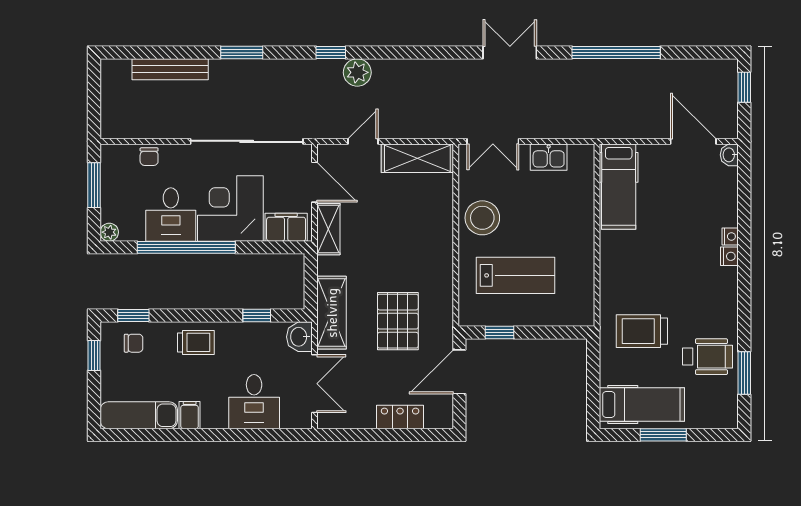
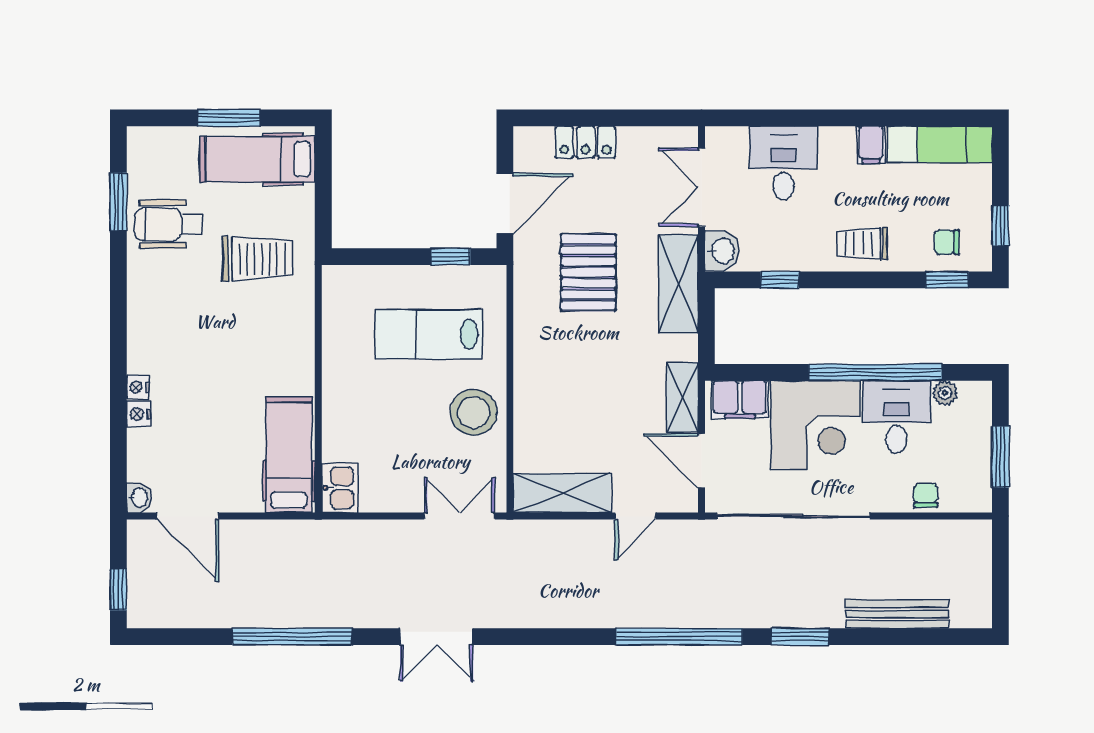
window: (331, 53) -> (679, 637), width x3.17
plant: (357, 72) -> (643, 610), removed
kitchen sink: (549, 157) -> (340, 488), moved, turned 90
plant: (109, 232) -> (945, 393), moved
nightstand: (729, 256) -> (139, 414), moved

